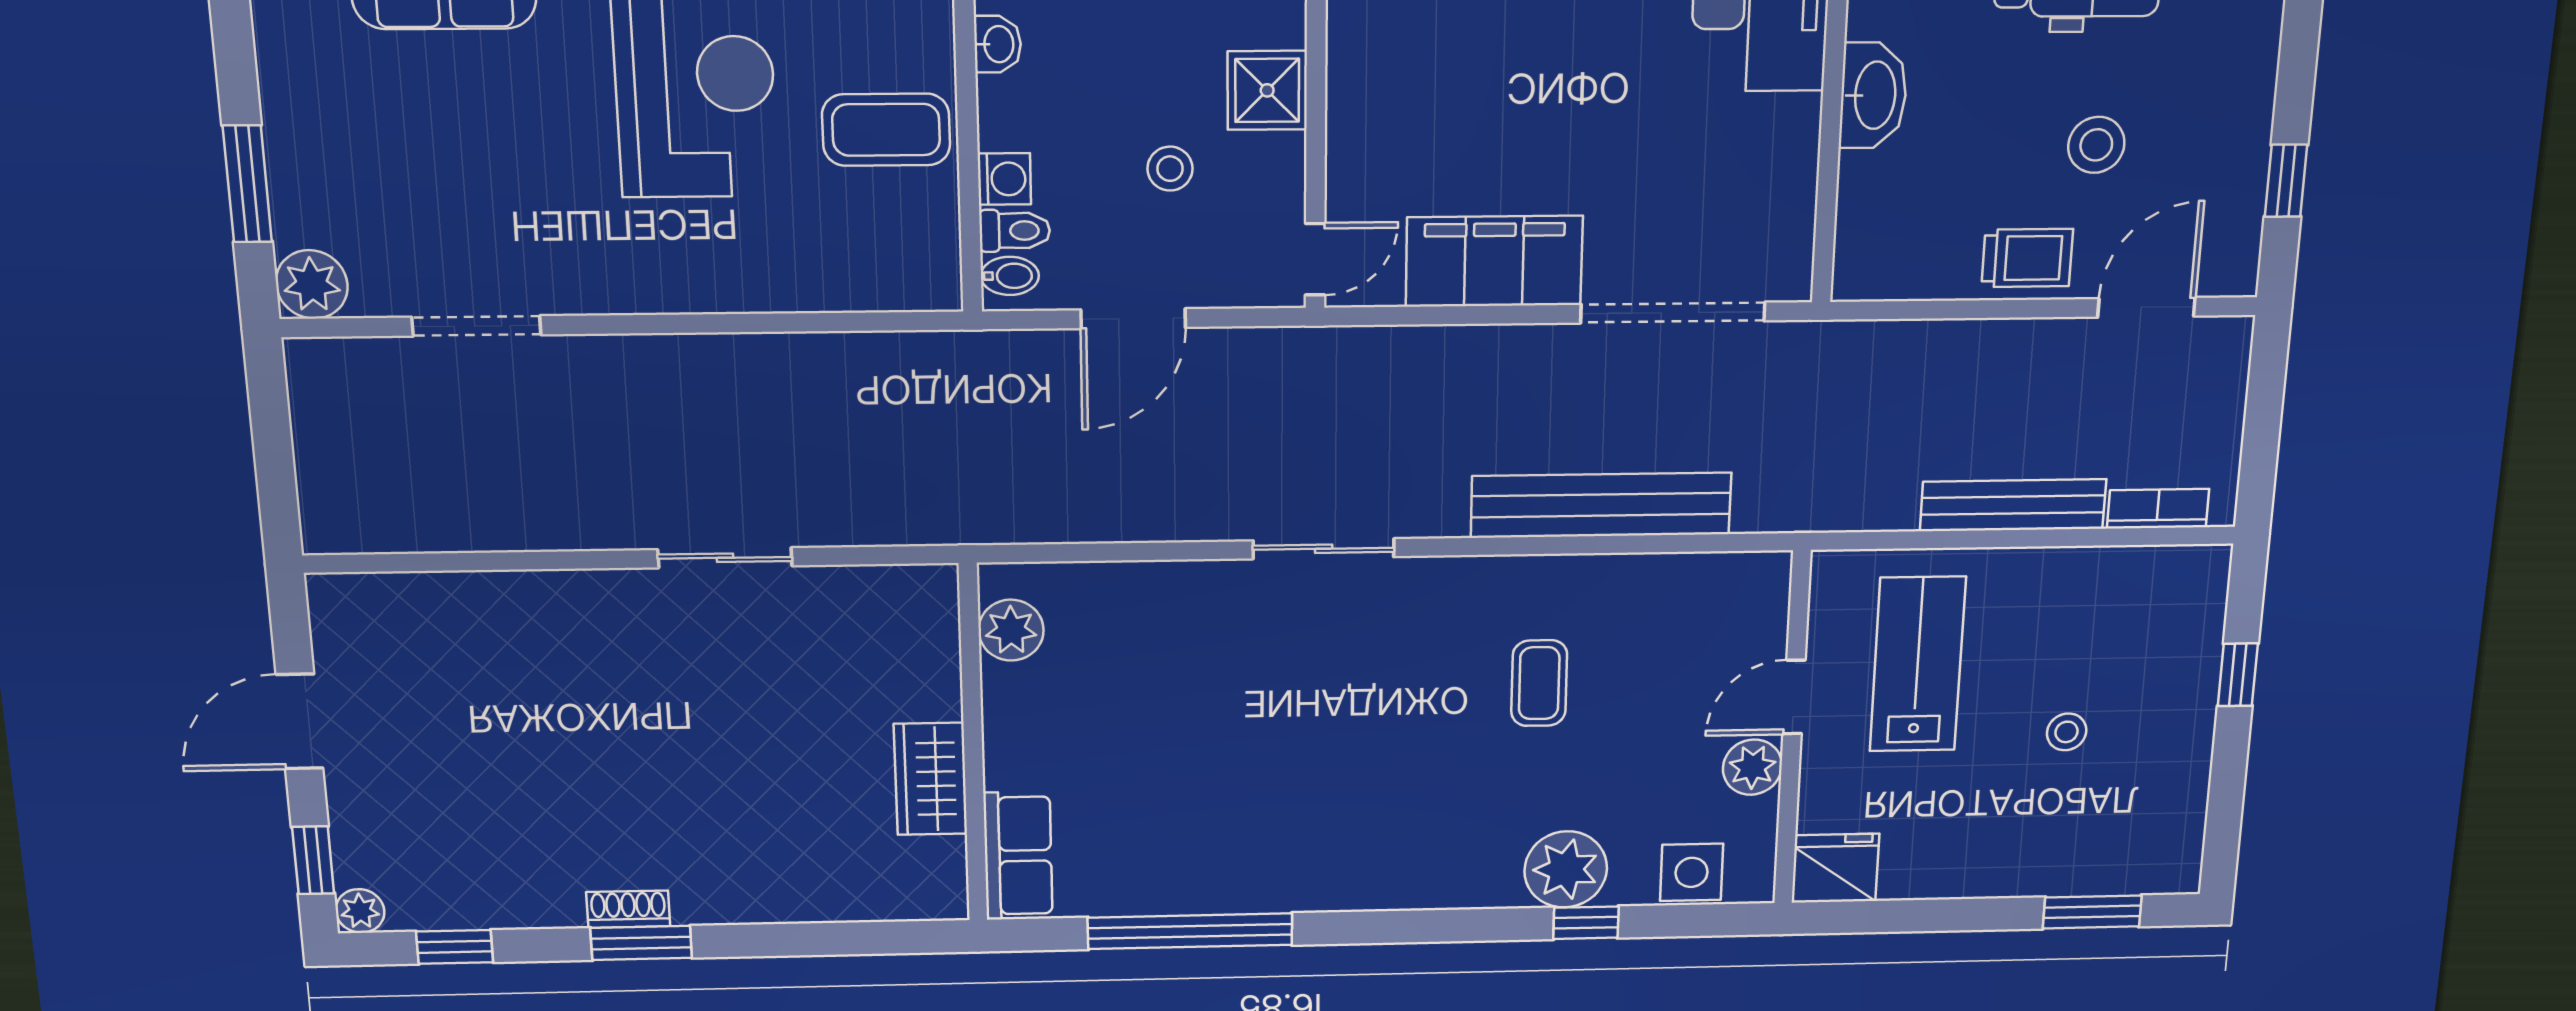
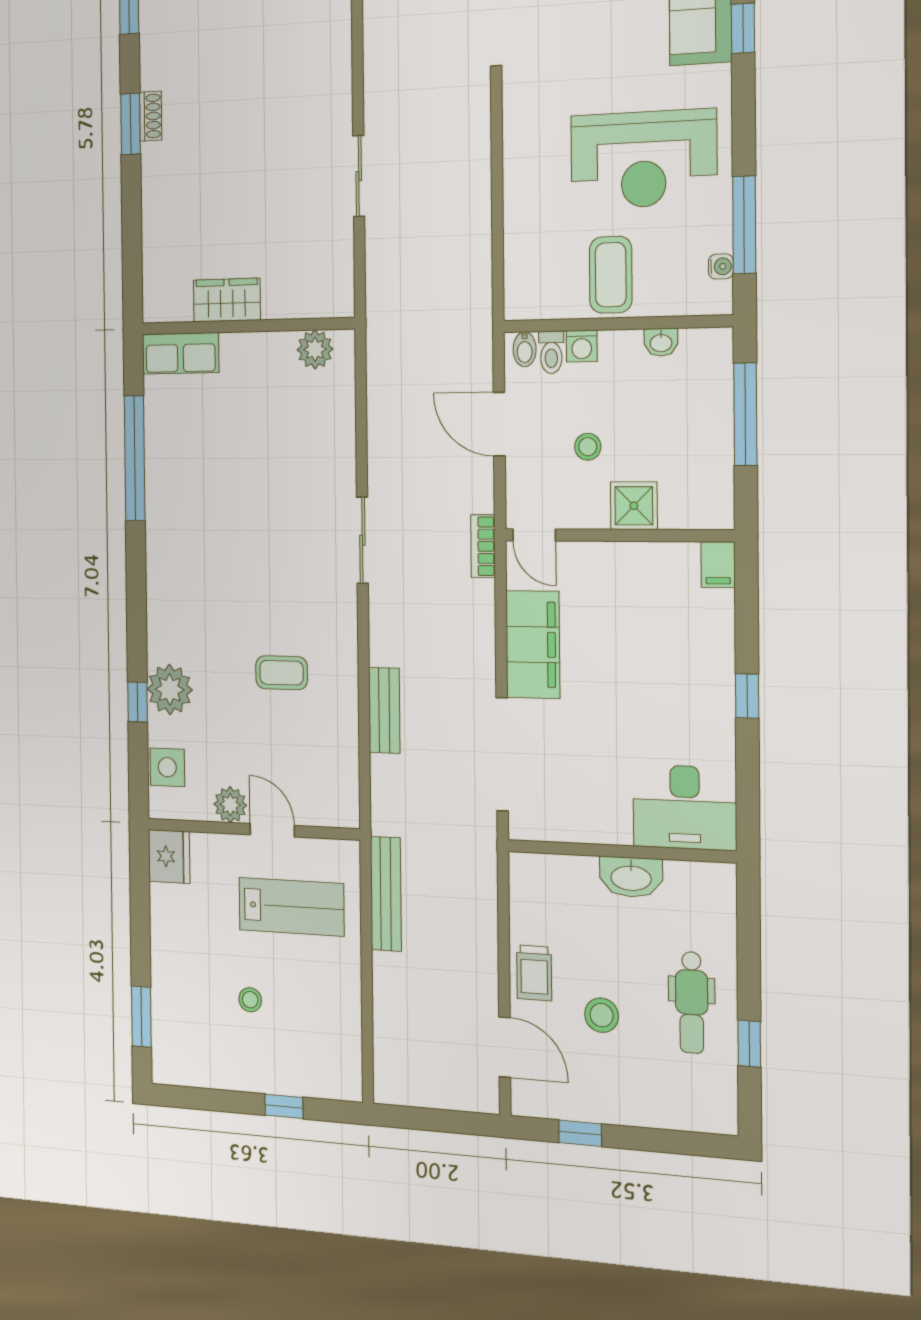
bench: (1601, 505) -> (384, 710), width x0.54, depth x0.82
bench: (2013, 505) -> (386, 894), moved
bookcase: (2158, 509) -> (483, 546), moved, turned 180

